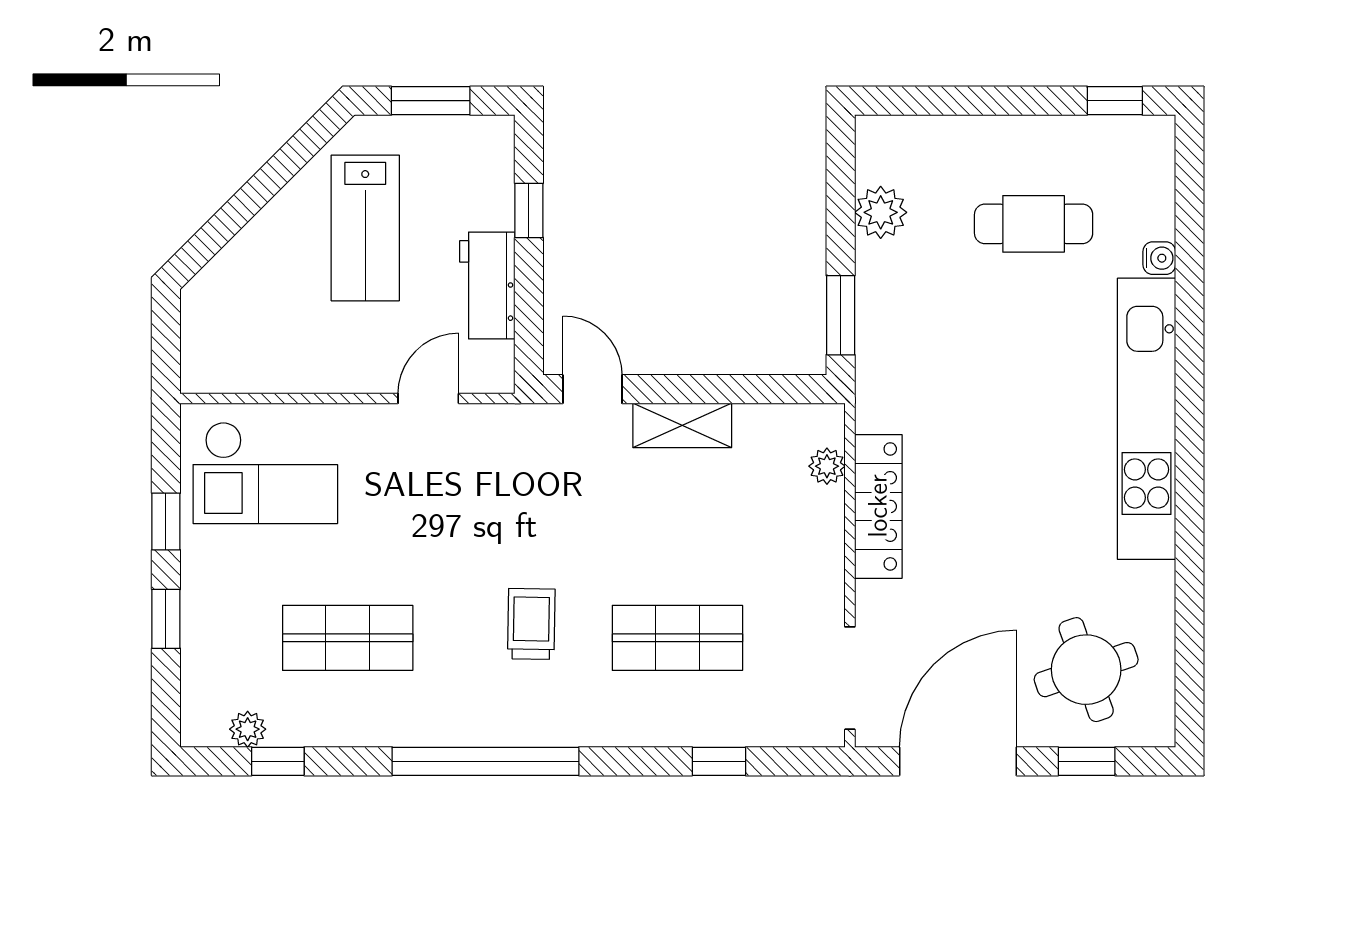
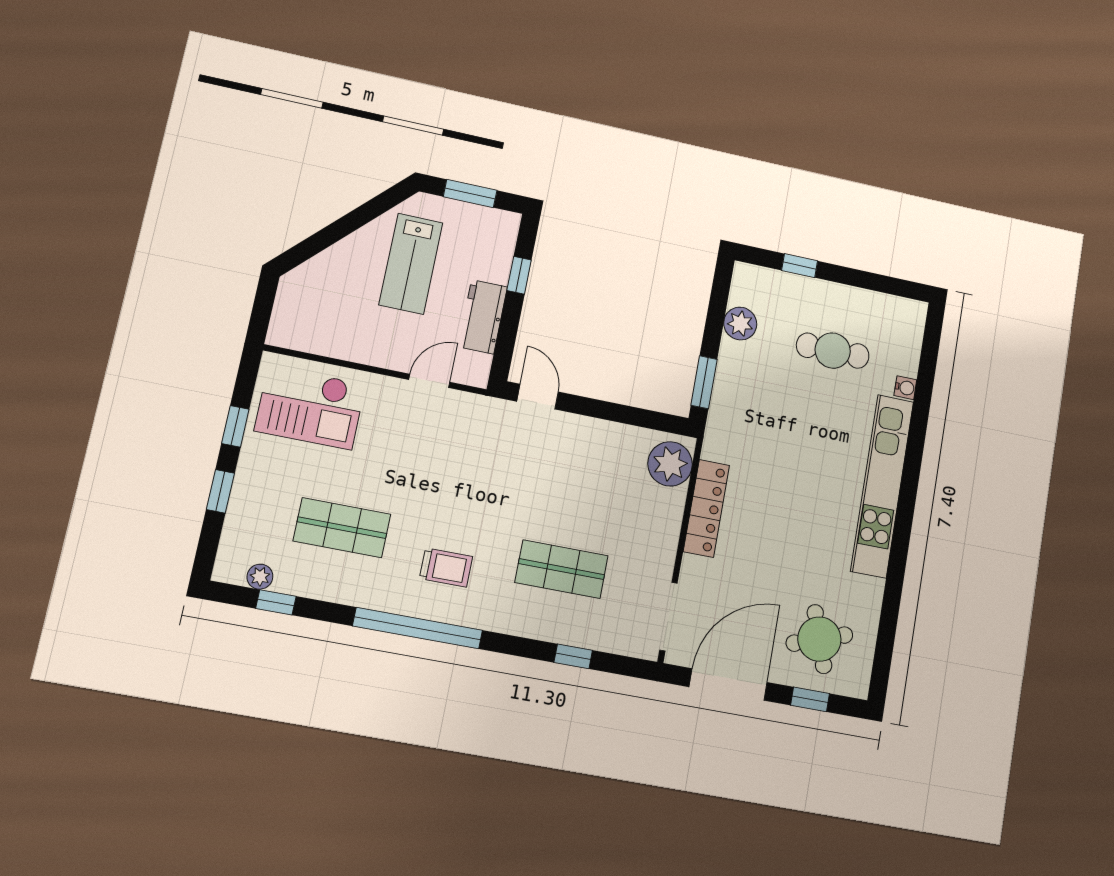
window: (1115, 101) -> (800, 266), moved
shelving: (682, 425) -> (591, 431), removed
plant: (827, 466) -> (670, 464), width x1.87, depth x1.87
trolley: (531, 624) -> (446, 568), moved, turned 89

